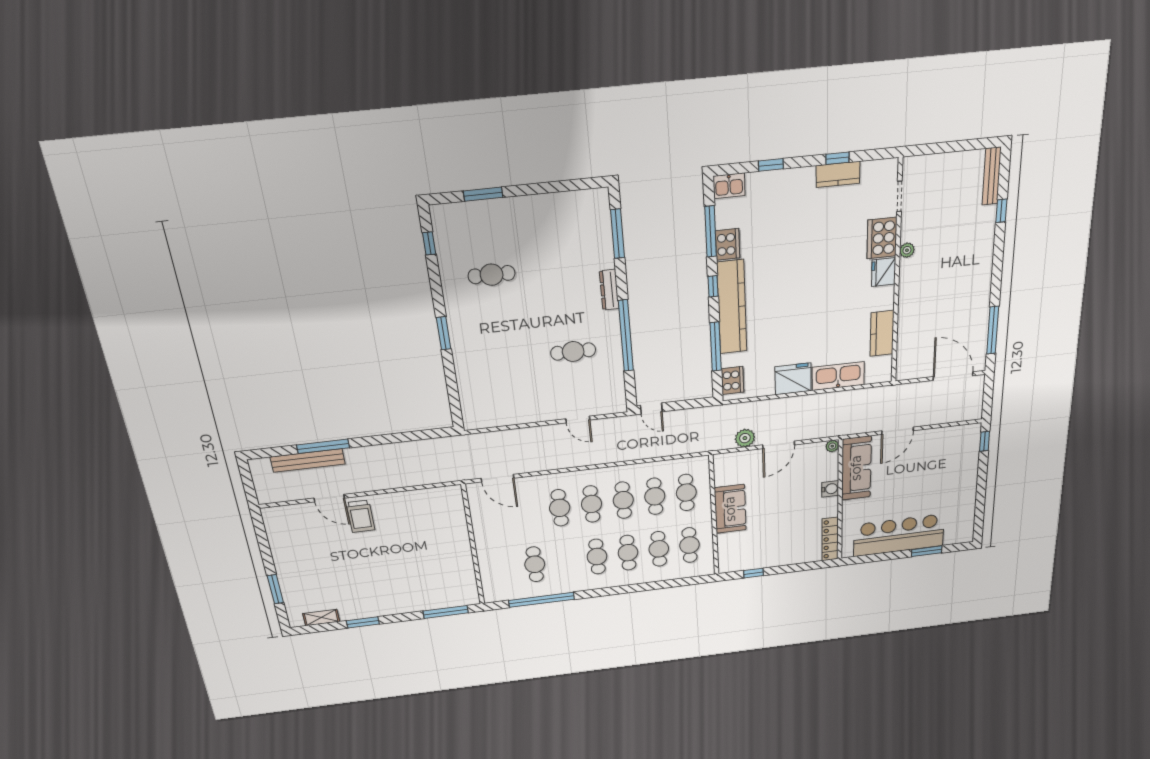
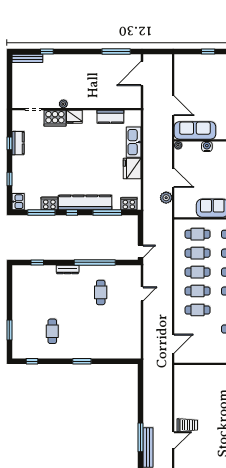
window: (617, 234) -> (37, 262), width x0.46
window: (985, 441) -> (208, 51), moved

